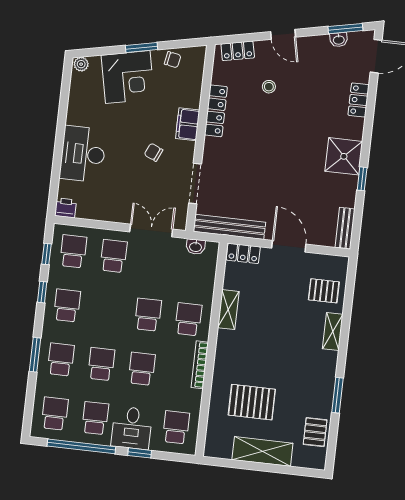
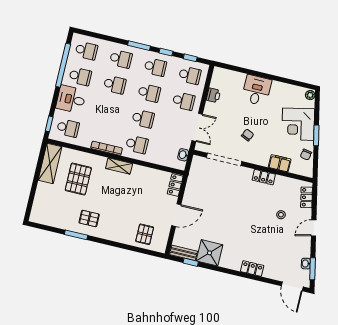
locker: (359, 100) -> (252, 268), moved
locker: (216, 111) -> (264, 177), width x0.66
filing cabinet: (188, 124) -> (280, 163), moved
desk: (83, 154) -> (257, 90), width x0.73
shower: (344, 156) -> (209, 253), moved
window: (362, 179) -> (191, 262), moved
doorway: (195, 184) -> (224, 159), width x1.36
printer: (66, 208) -> (213, 95), moved
bench: (229, 227) -> (193, 178), removed
shelving: (228, 310) -> (119, 166), moved
shelving: (333, 331) -> (118, 237), removed
window: (35, 355) -> (139, 46), moved
school desk: (142, 369) -> (149, 93), moved
pallet: (315, 432) -> (89, 219), moved
shelving: (262, 451) -> (50, 163), moved
window: (140, 453) -> (49, 124), moved

